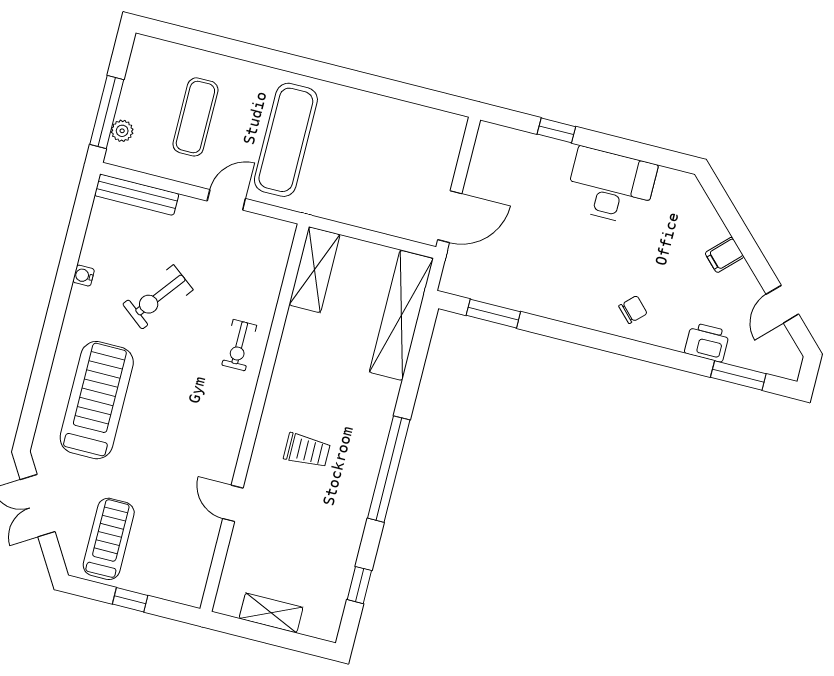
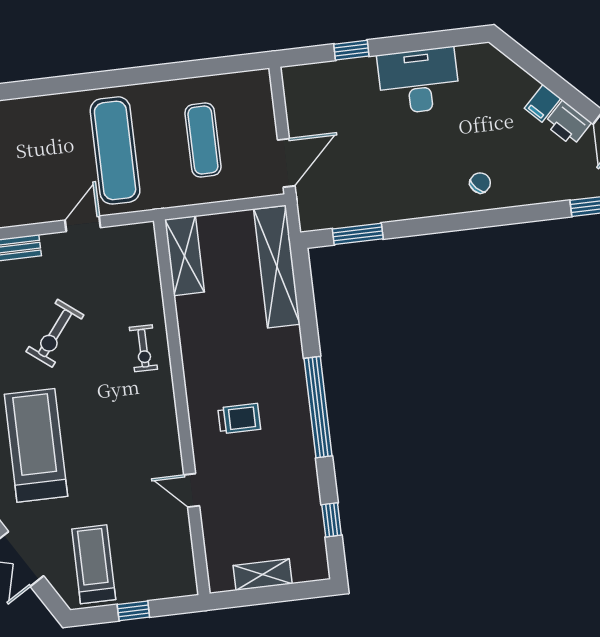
exercise mat: (195, 117) -> (203, 140), moved
printer: (707, 342) -> (568, 123), moved, turned -135

